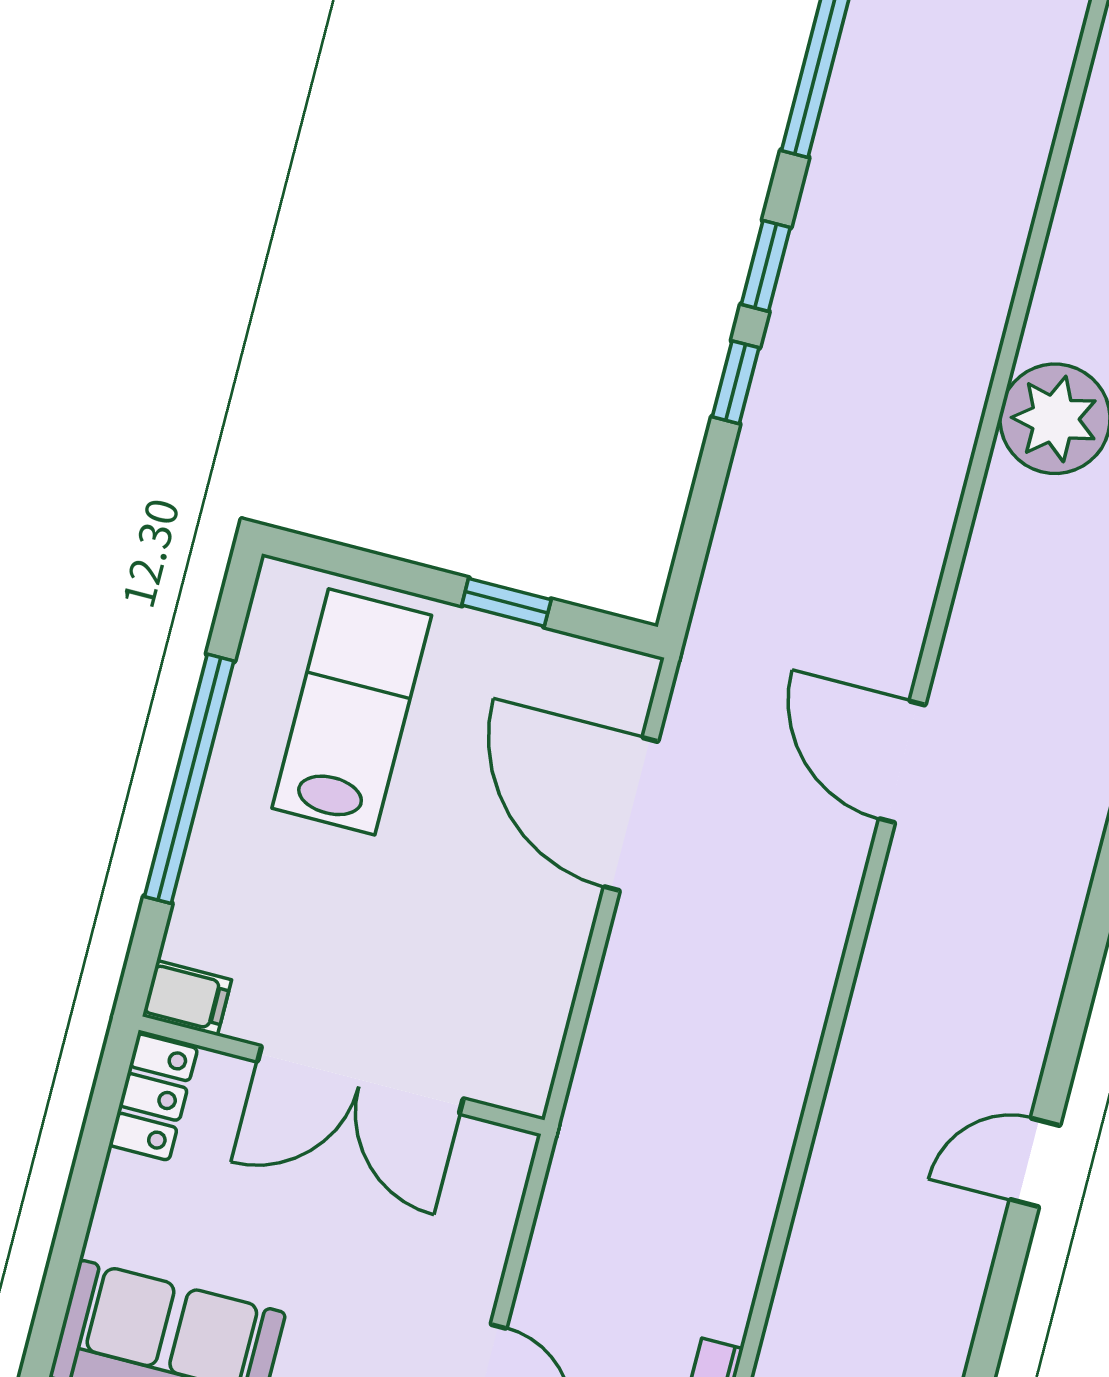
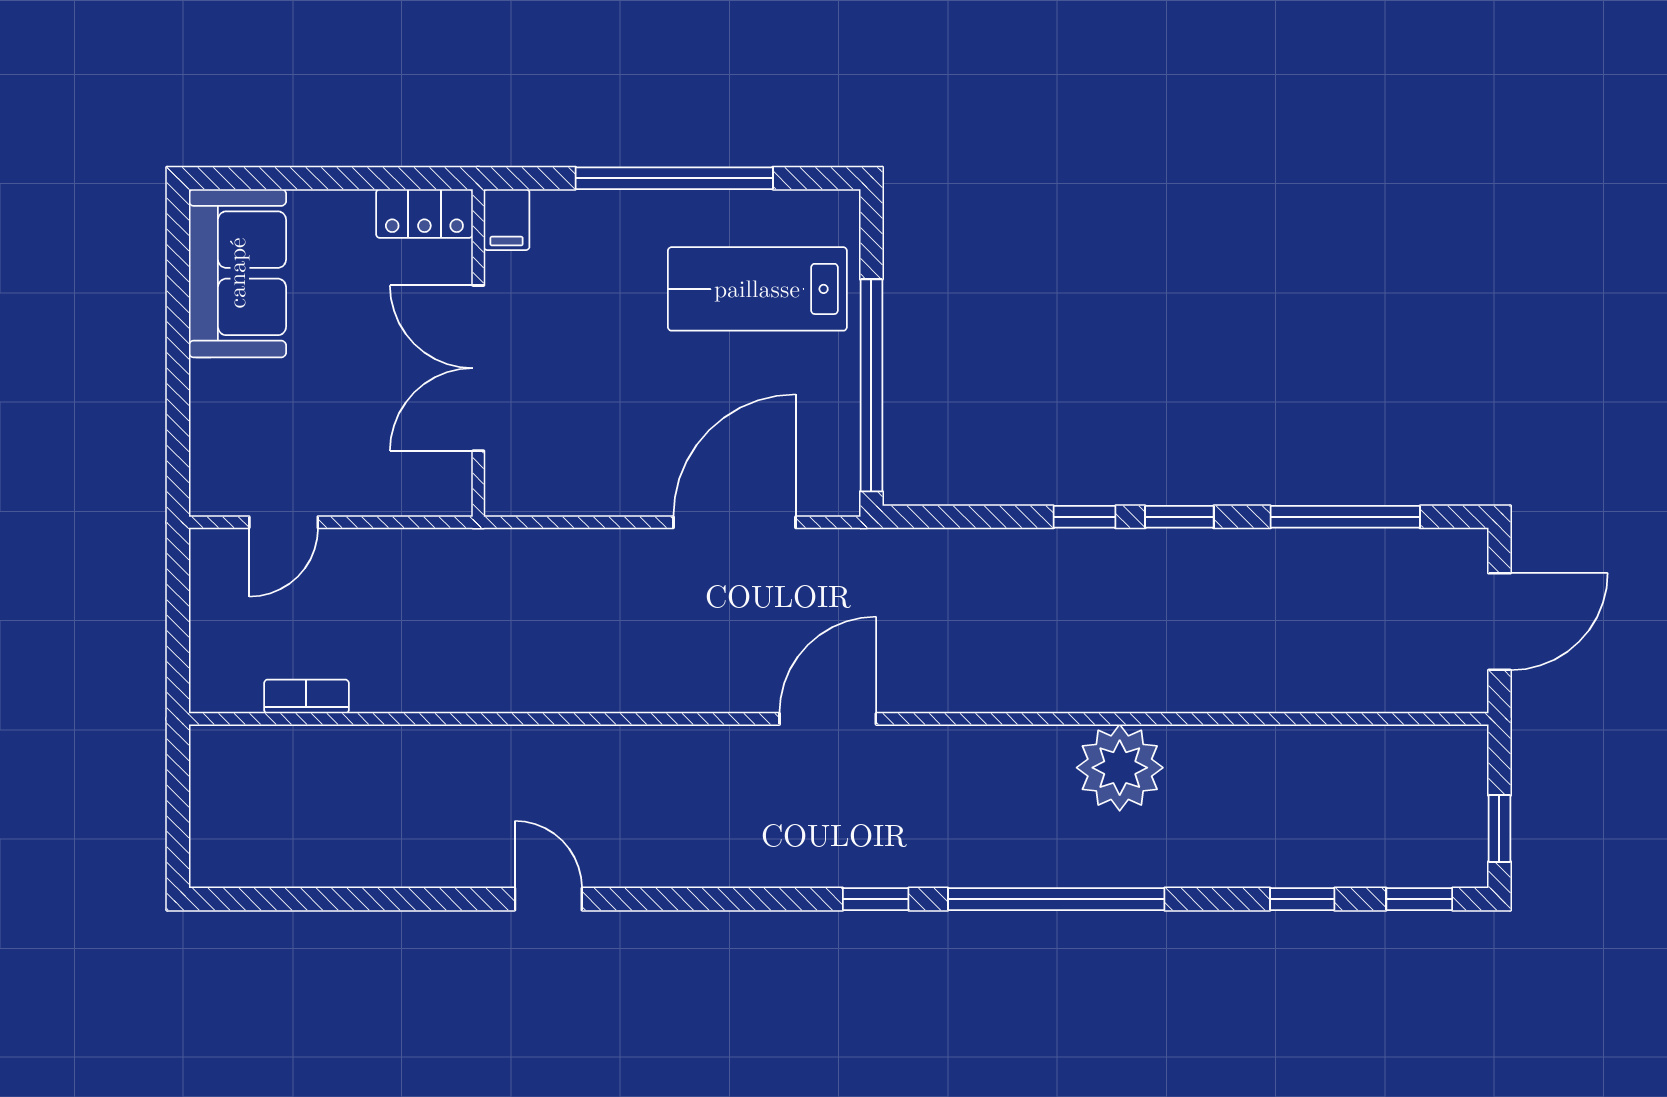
window: (506, 602) -> (871, 385), width x3.17
lab bench: (352, 712) -> (757, 289), turned 180

